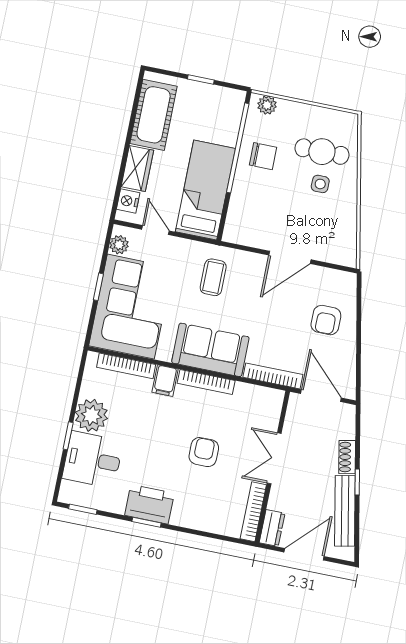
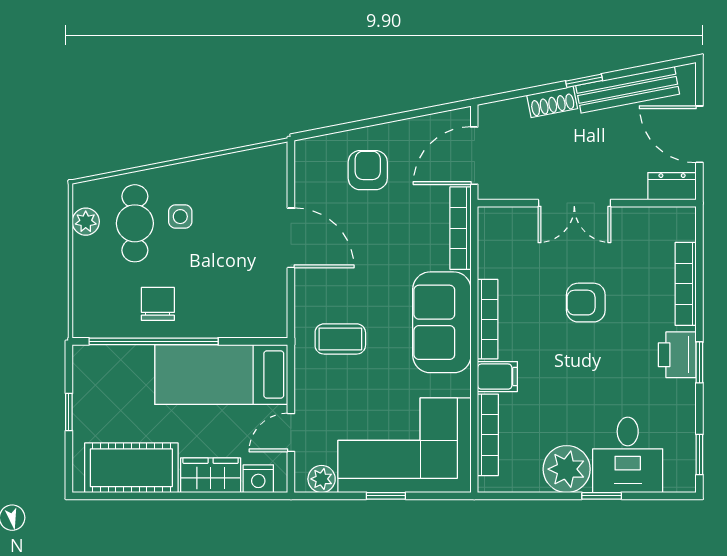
plant: (267, 105) -> (86, 222), moved
armchair: (326, 320) -> (368, 170), turned -90
printer: (149, 504) -> (677, 355), width x0.73, depth x0.84
bookcase: (253, 512) -> (686, 284), moved, turned 90

